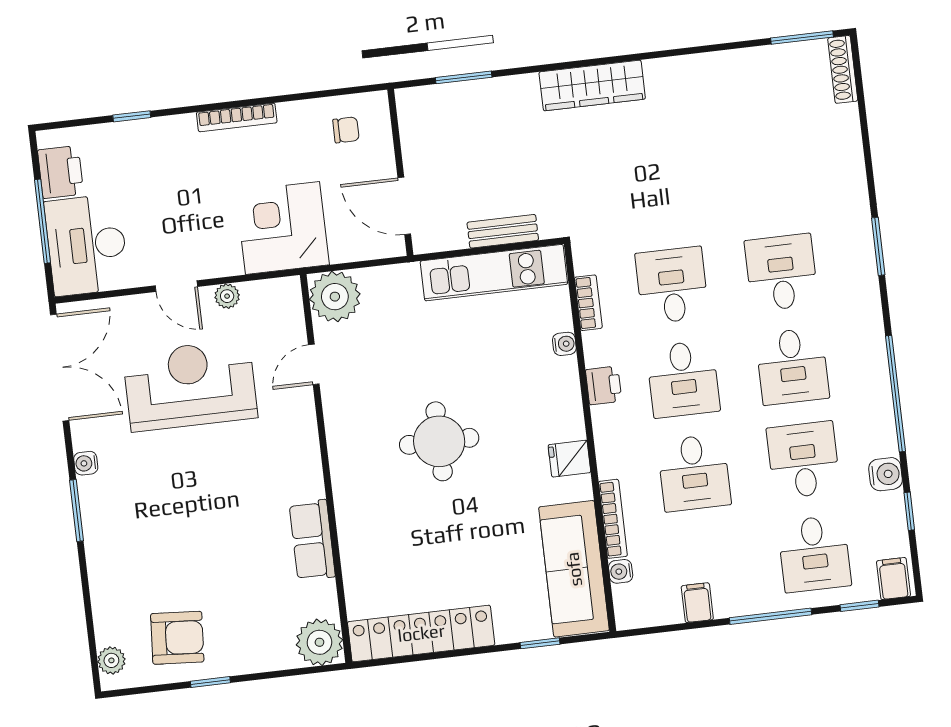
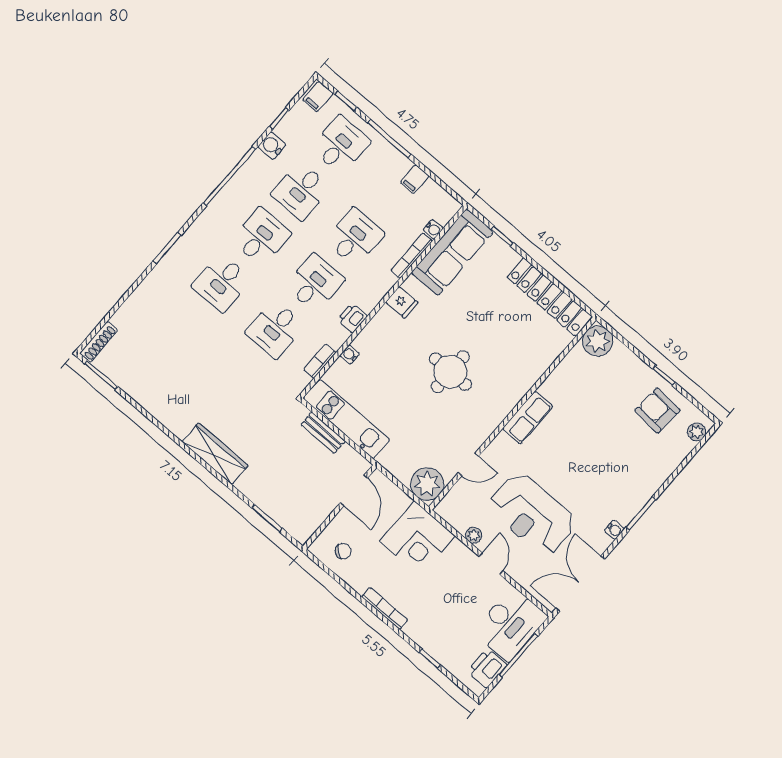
chair: (346, 130) -> (343, 551), turned 127
row of seats: (312, 540) -> (528, 418), moved

